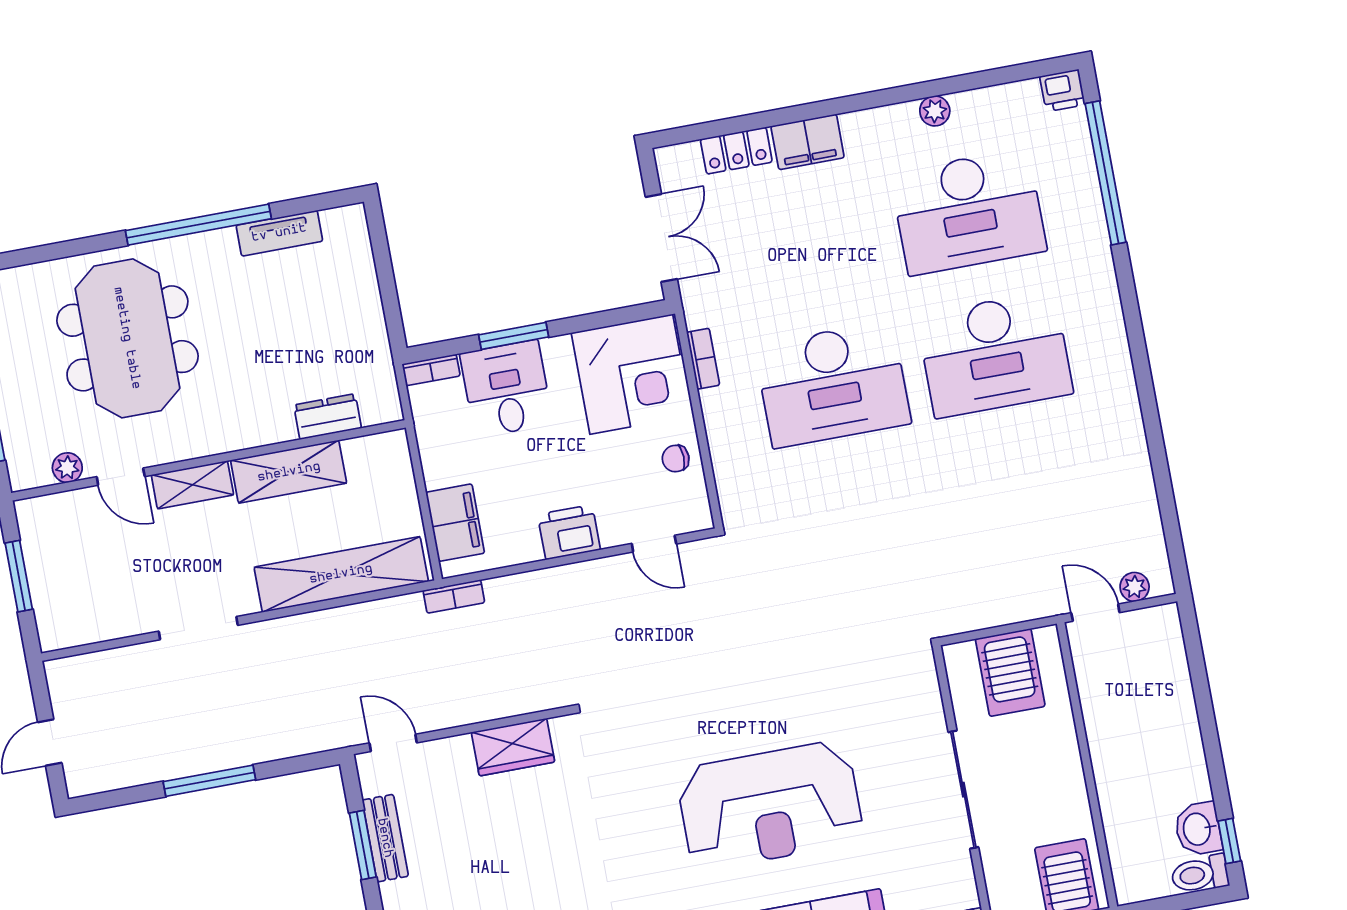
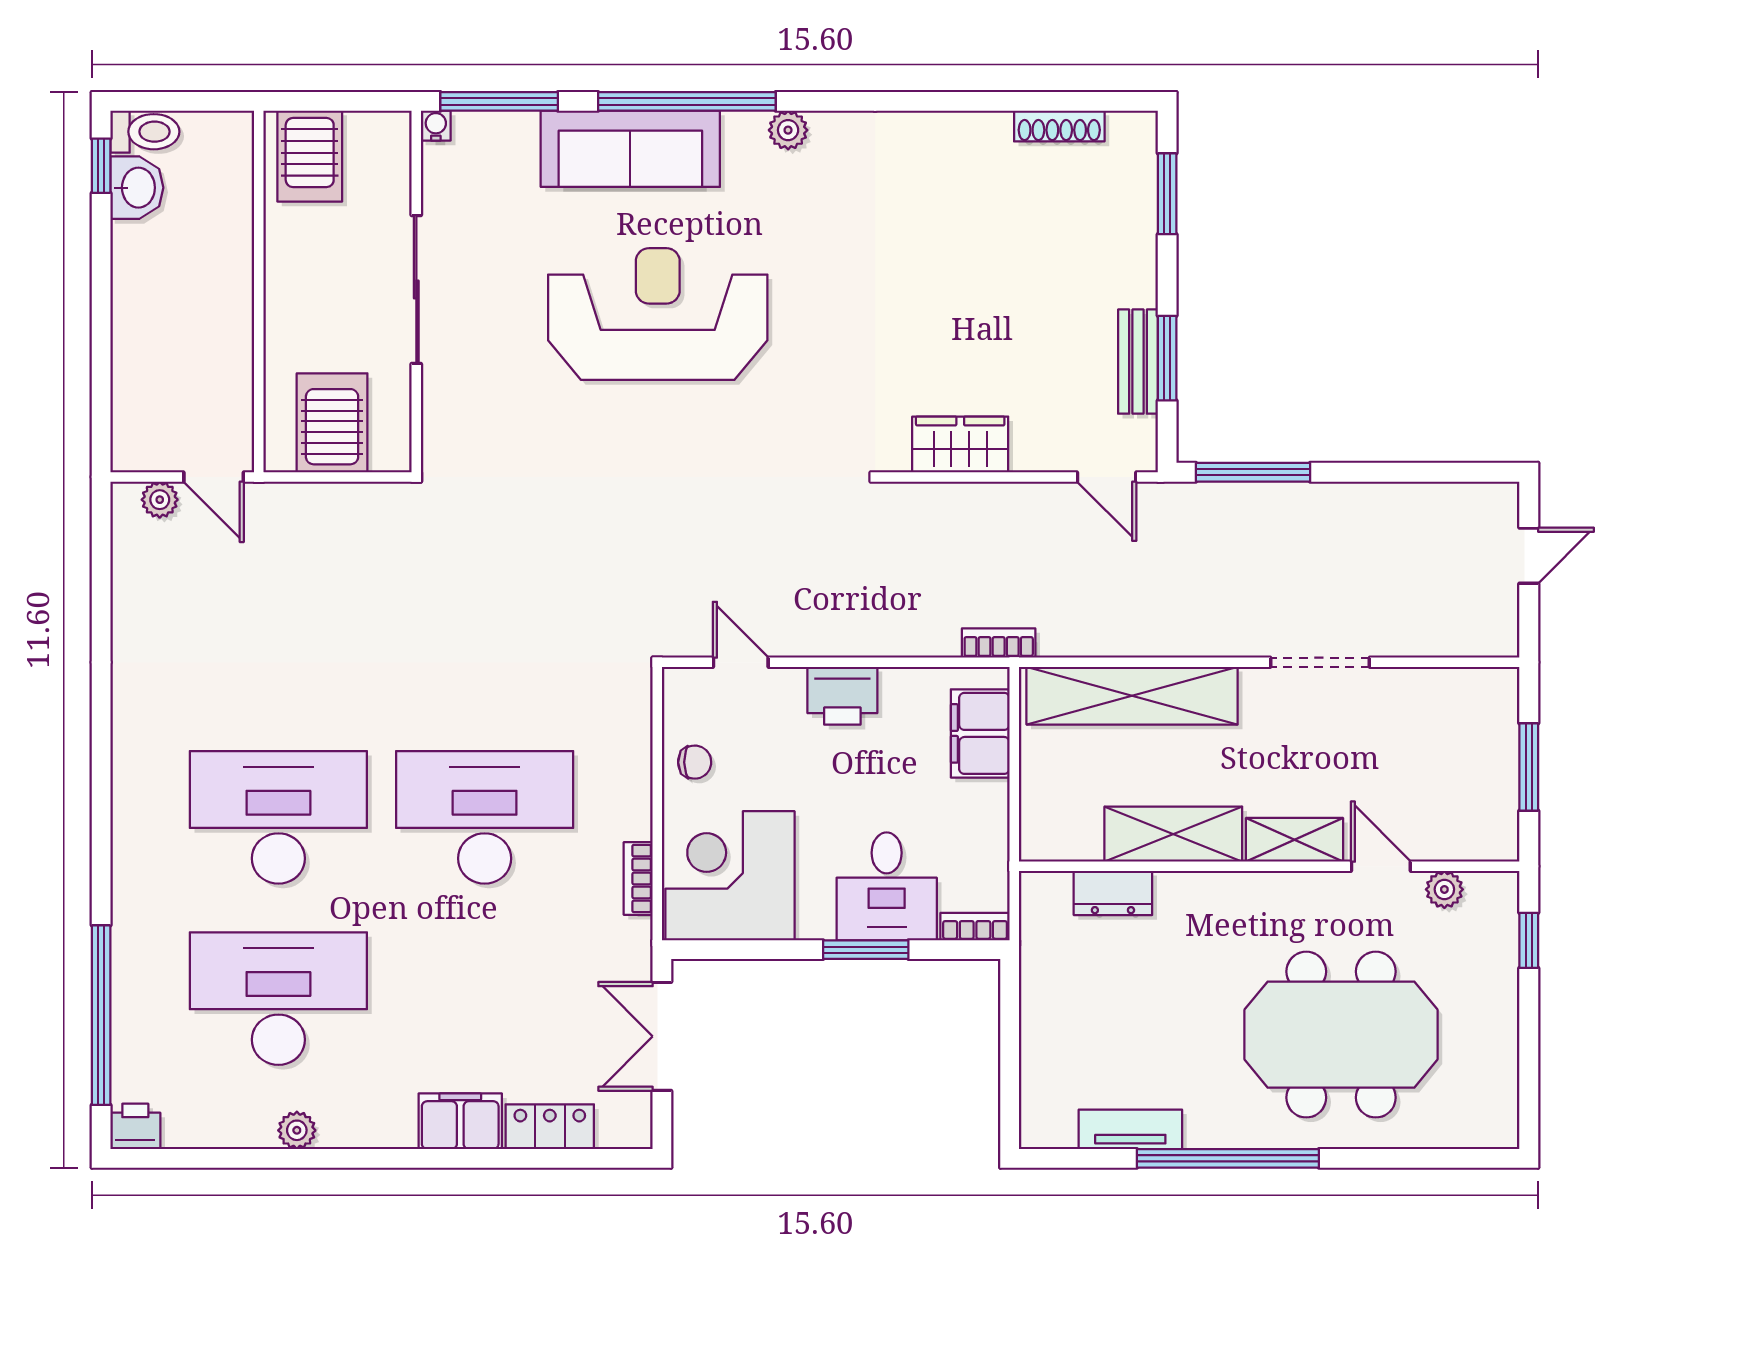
meeting table: (127, 338) -> (1341, 1035), turned 90
window: (209, 781) -> (1253, 472), moved

